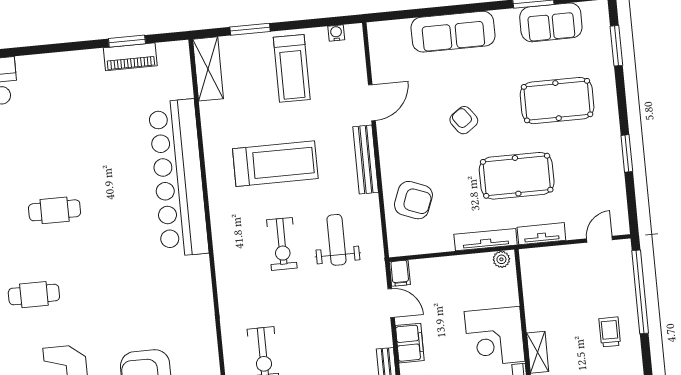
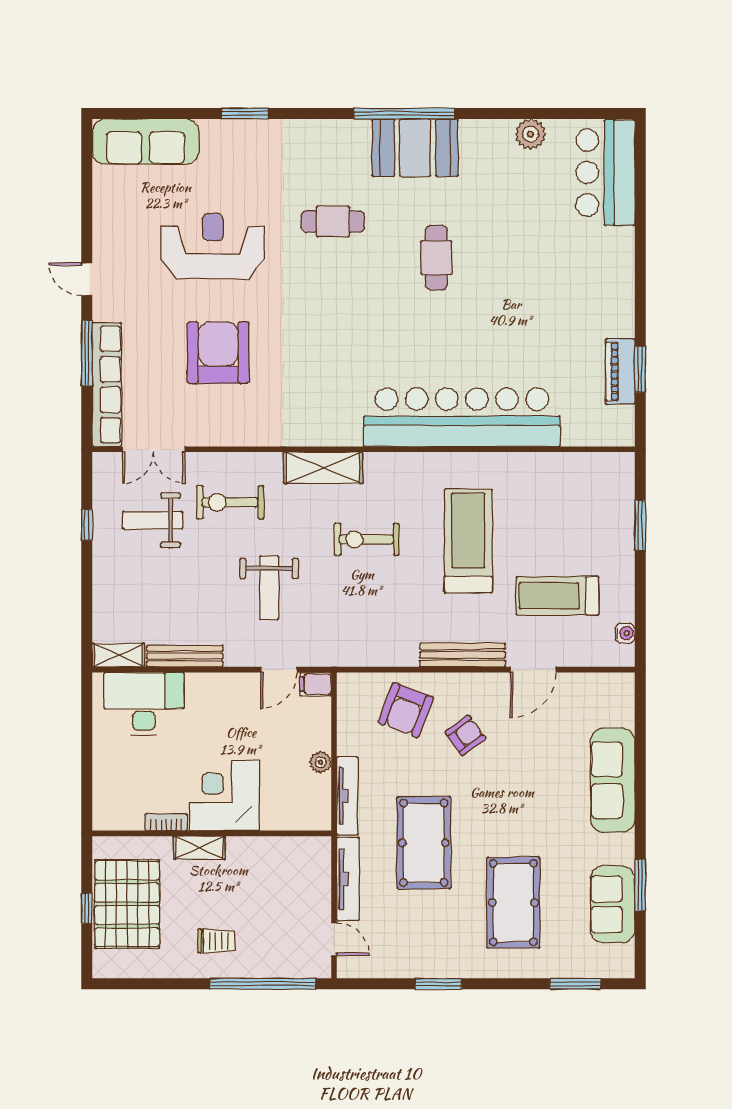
treadmill: (292, 68) -> (557, 596), moved
shelving: (208, 69) -> (323, 468), moved
door: (372, 103) -> (533, 670), hinge flipped
armchair: (464, 120) -> (465, 735), moved
treadmill: (275, 164) -> (468, 541), turned 180
tv unit: (541, 234) -> (348, 879), width x1.41
weight bench: (336, 240) -> (269, 588), moved, turned 90
plant: (501, 259) -> (321, 762), moved
cafe table: (34, 295) -> (333, 222), turned 90
filing cabinet: (410, 343) -> (226, 688), removed

